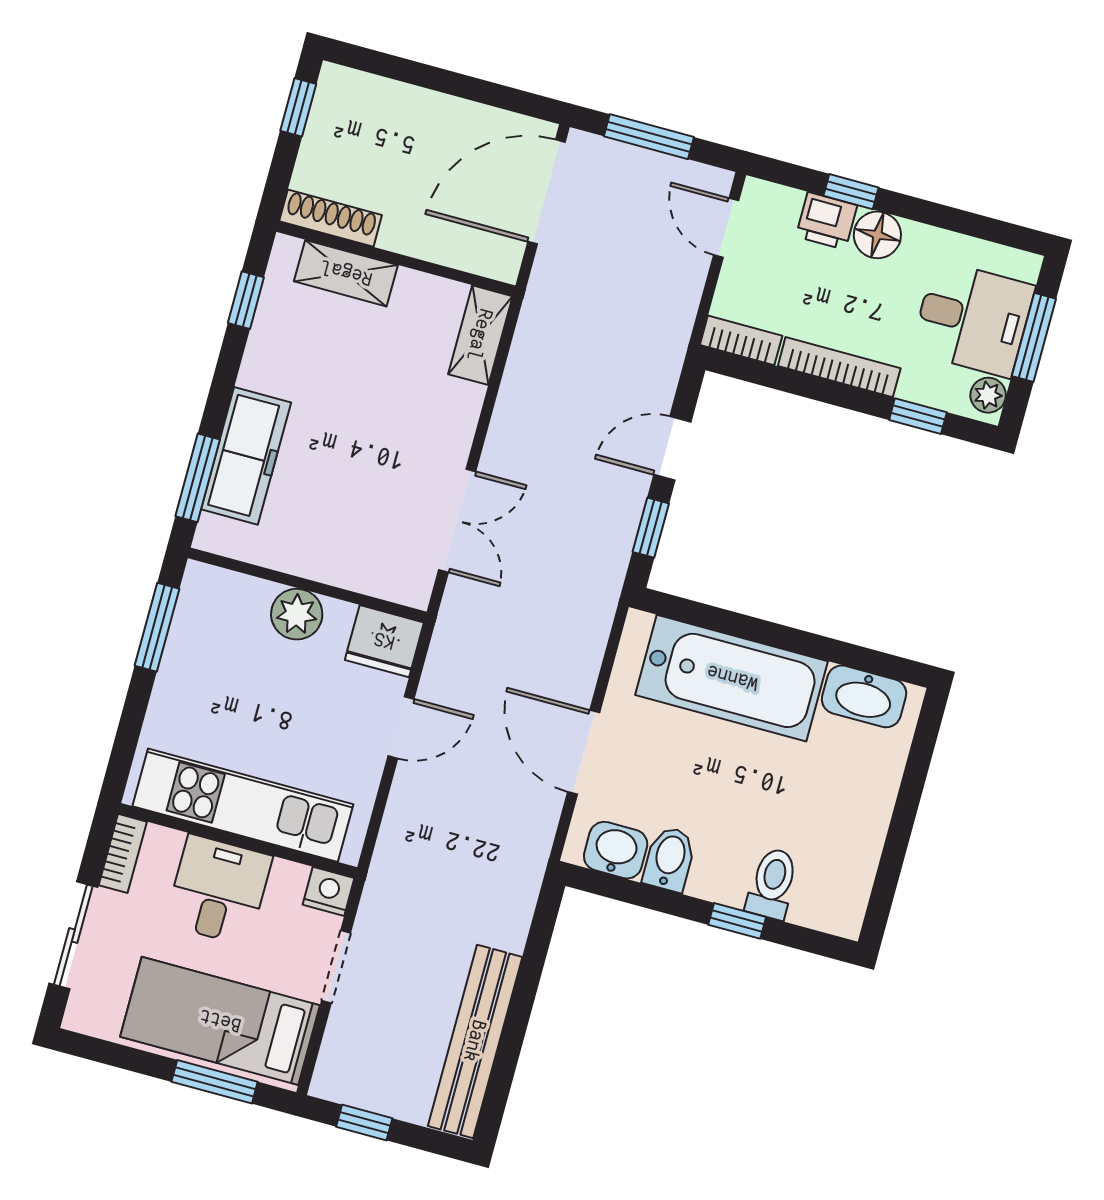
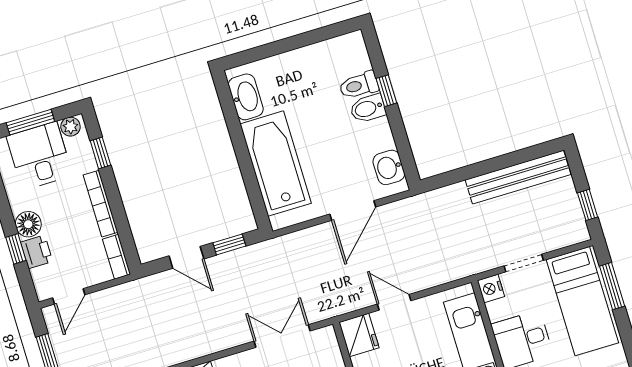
bidet: (669, 859) -> (368, 108), moved

